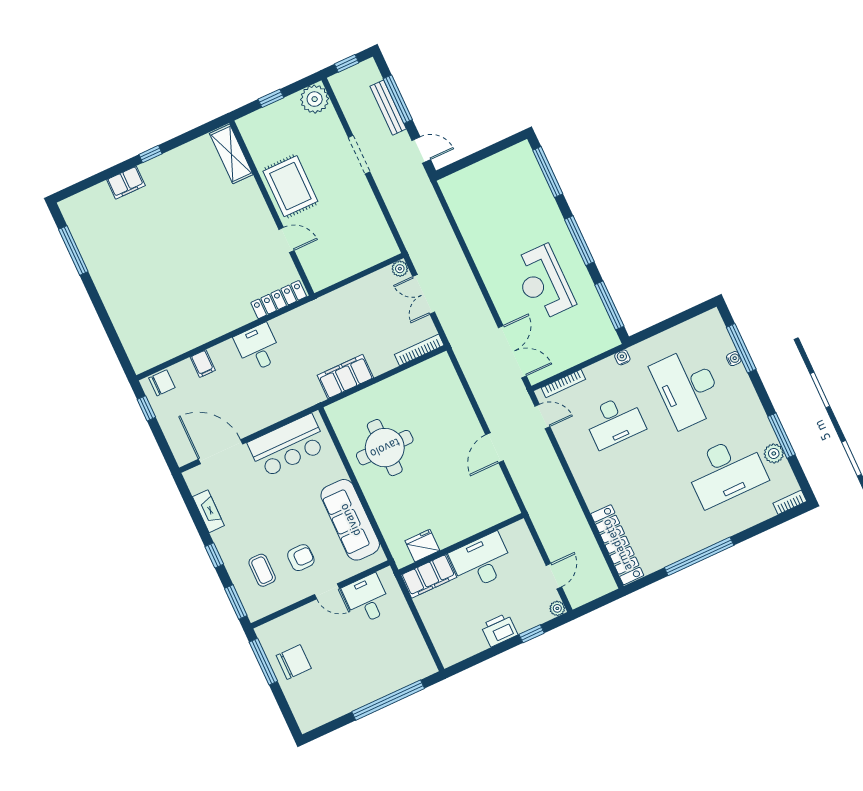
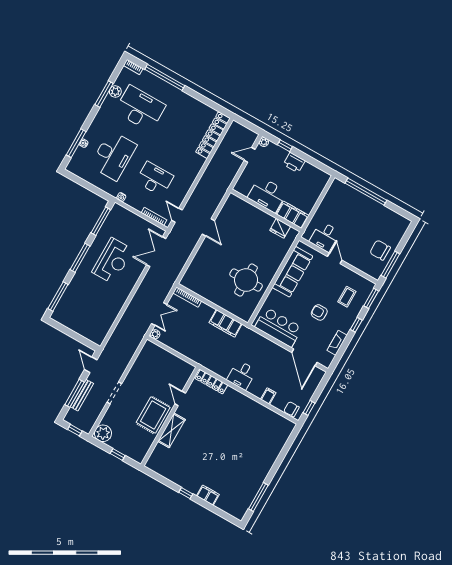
shelving: (231, 154) -> (172, 430), moved
door: (494, 448) -> (208, 227), hinge flipped
window: (699, 556) -> (165, 77), moved
armchair: (301, 558) -> (319, 312), moved

